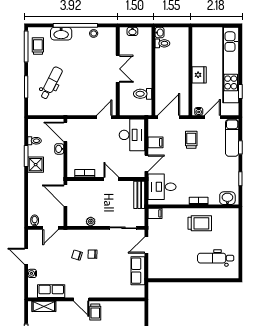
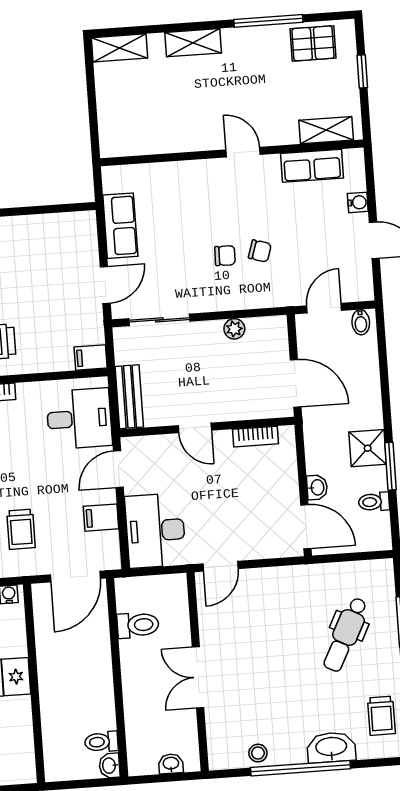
trolley: (95, 312) -> (209, 126), removed

